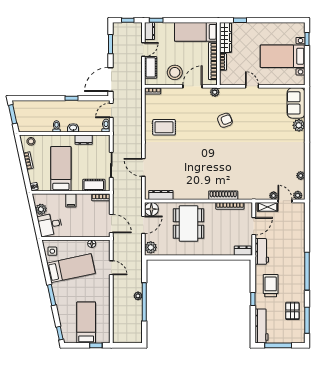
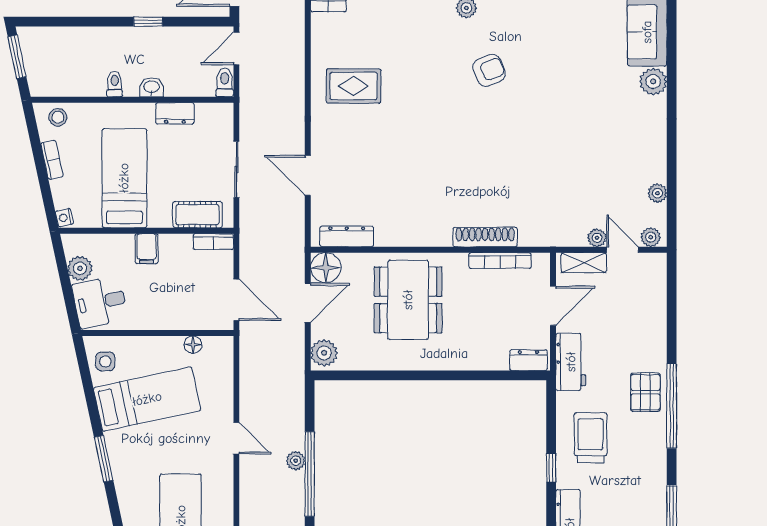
door: (111, 268) -> (236, 438), moved
pallet: (292, 311) -> (645, 392), moved

